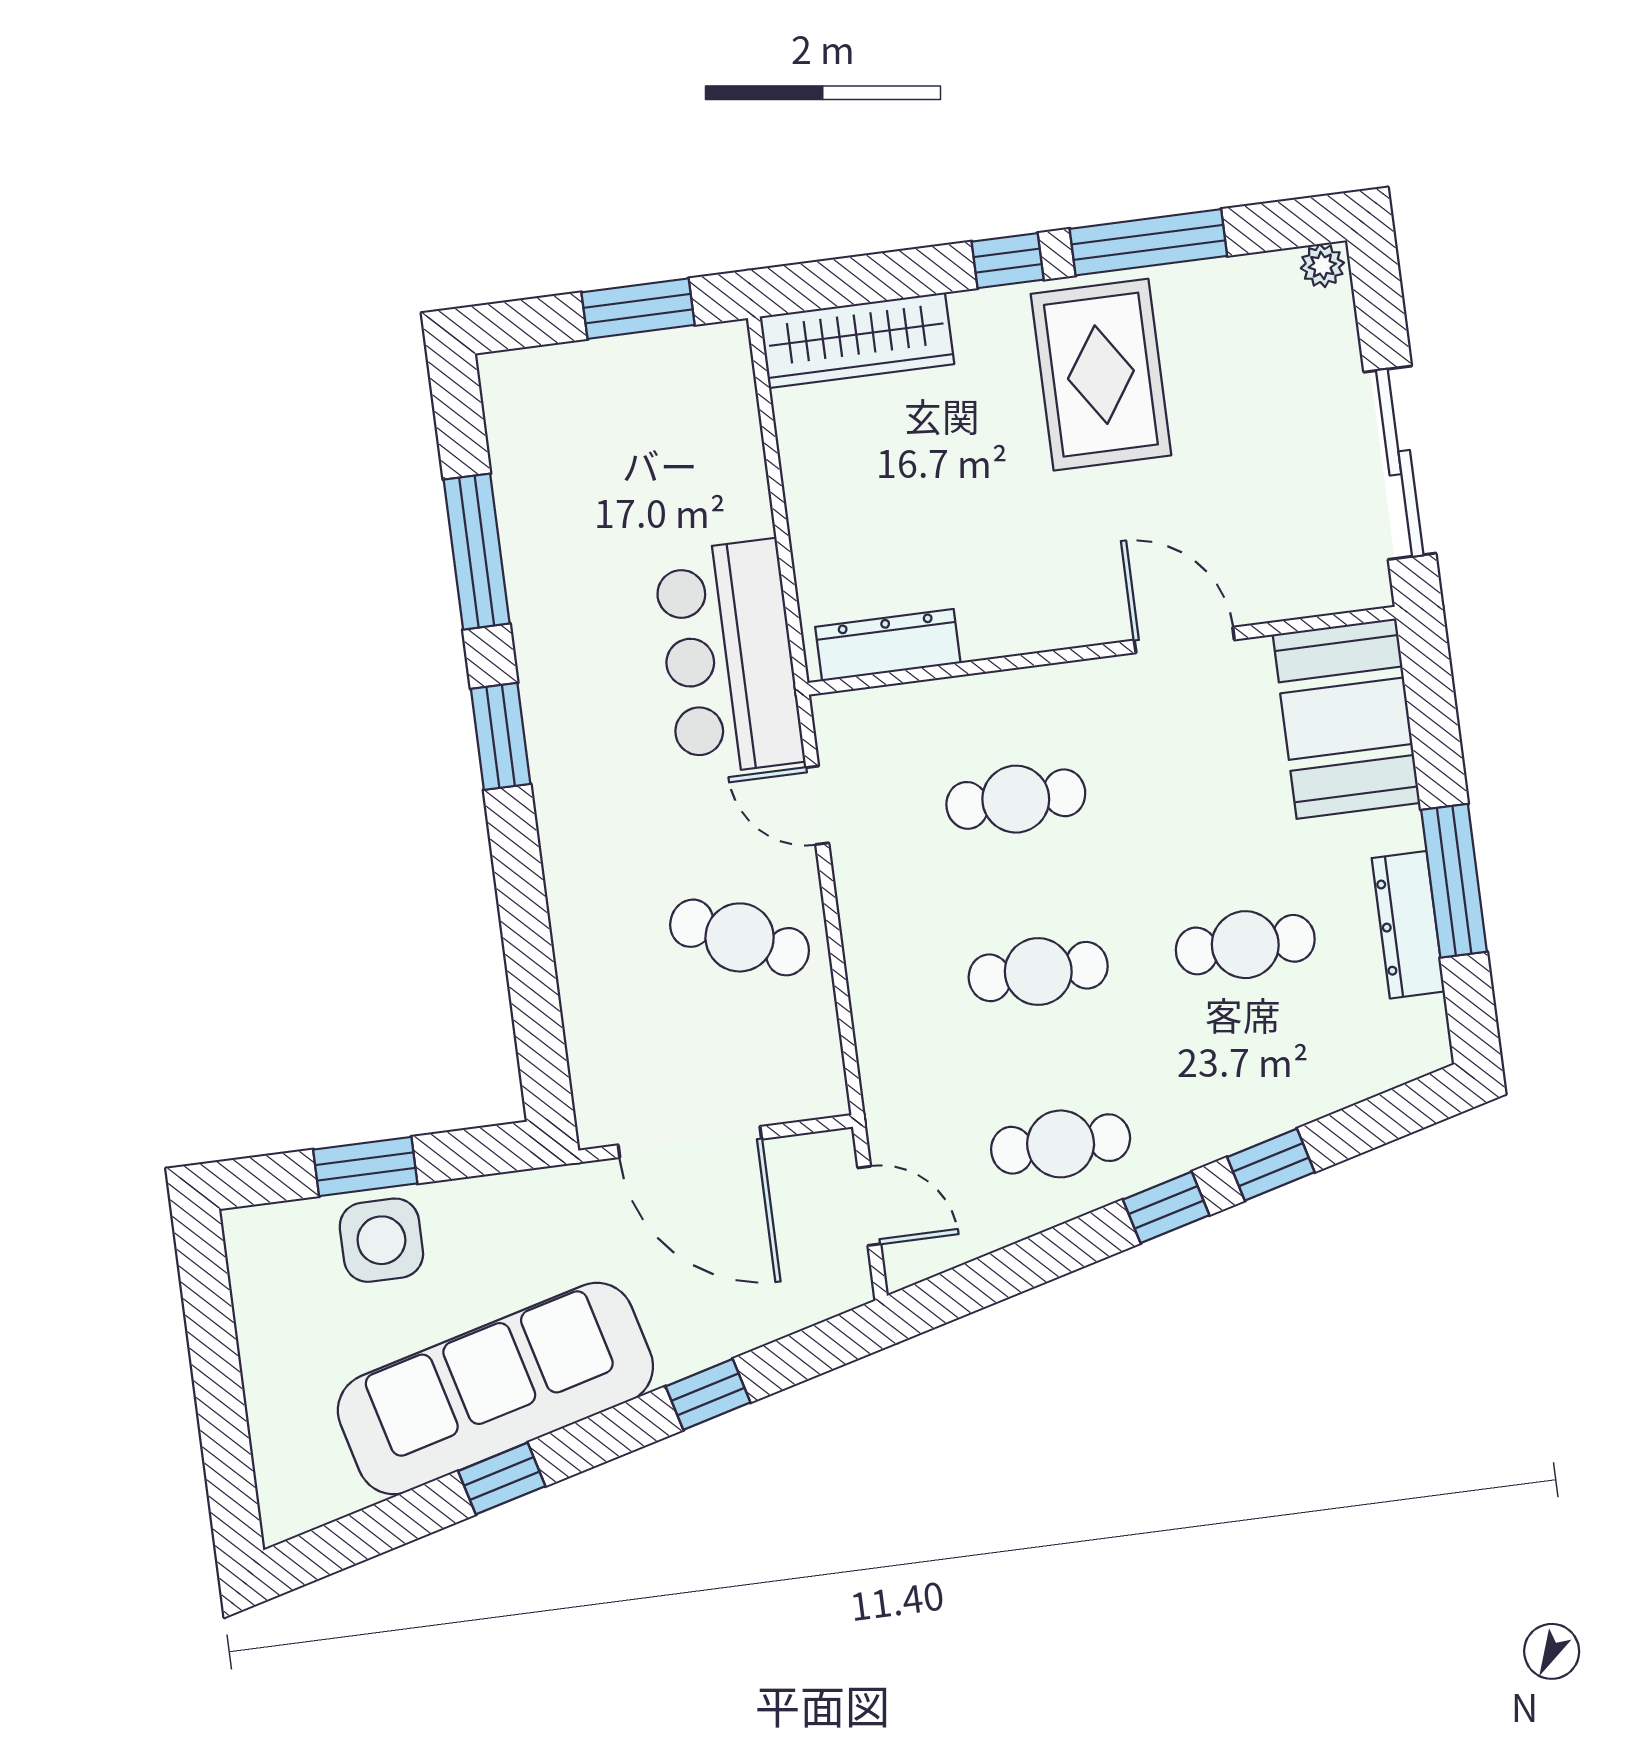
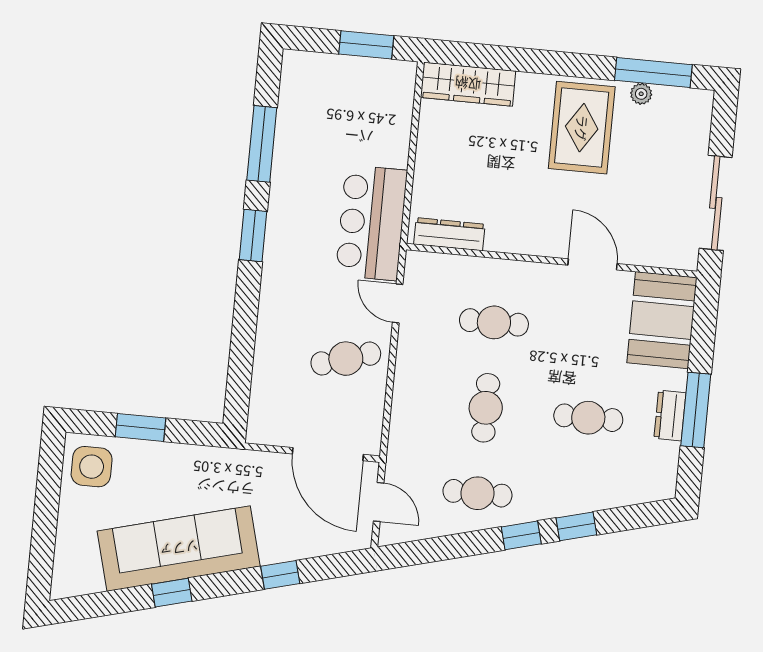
window: (1148, 242) -> (653, 72), moved
window: (1008, 261) -> (549, 62), removed
plant: (1322, 265) -> (641, 94), moved
dresser: (1408, 925) -> (670, 416), width x0.70
cafe table: (740, 937) -> (346, 359), turned -41
cafe table: (1038, 972) -> (486, 408), turned 90
door: (690, 1142) -> (328, 454), moved
side table: (381, 1240) -> (92, 467), moved

